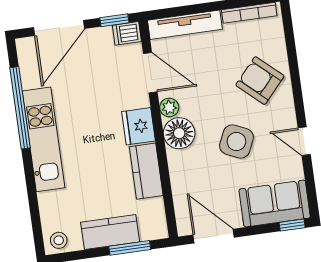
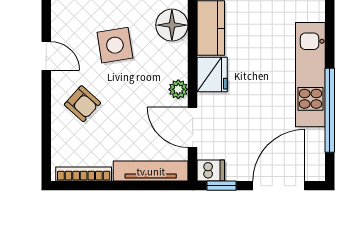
armchair: (260, 81) -> (82, 104), width x0.72, depth x0.72
floor lamp: (179, 133) -> (172, 25), moved
door: (304, 141) -> (46, 56), moved
side table: (236, 142) -> (115, 45), turned -34

